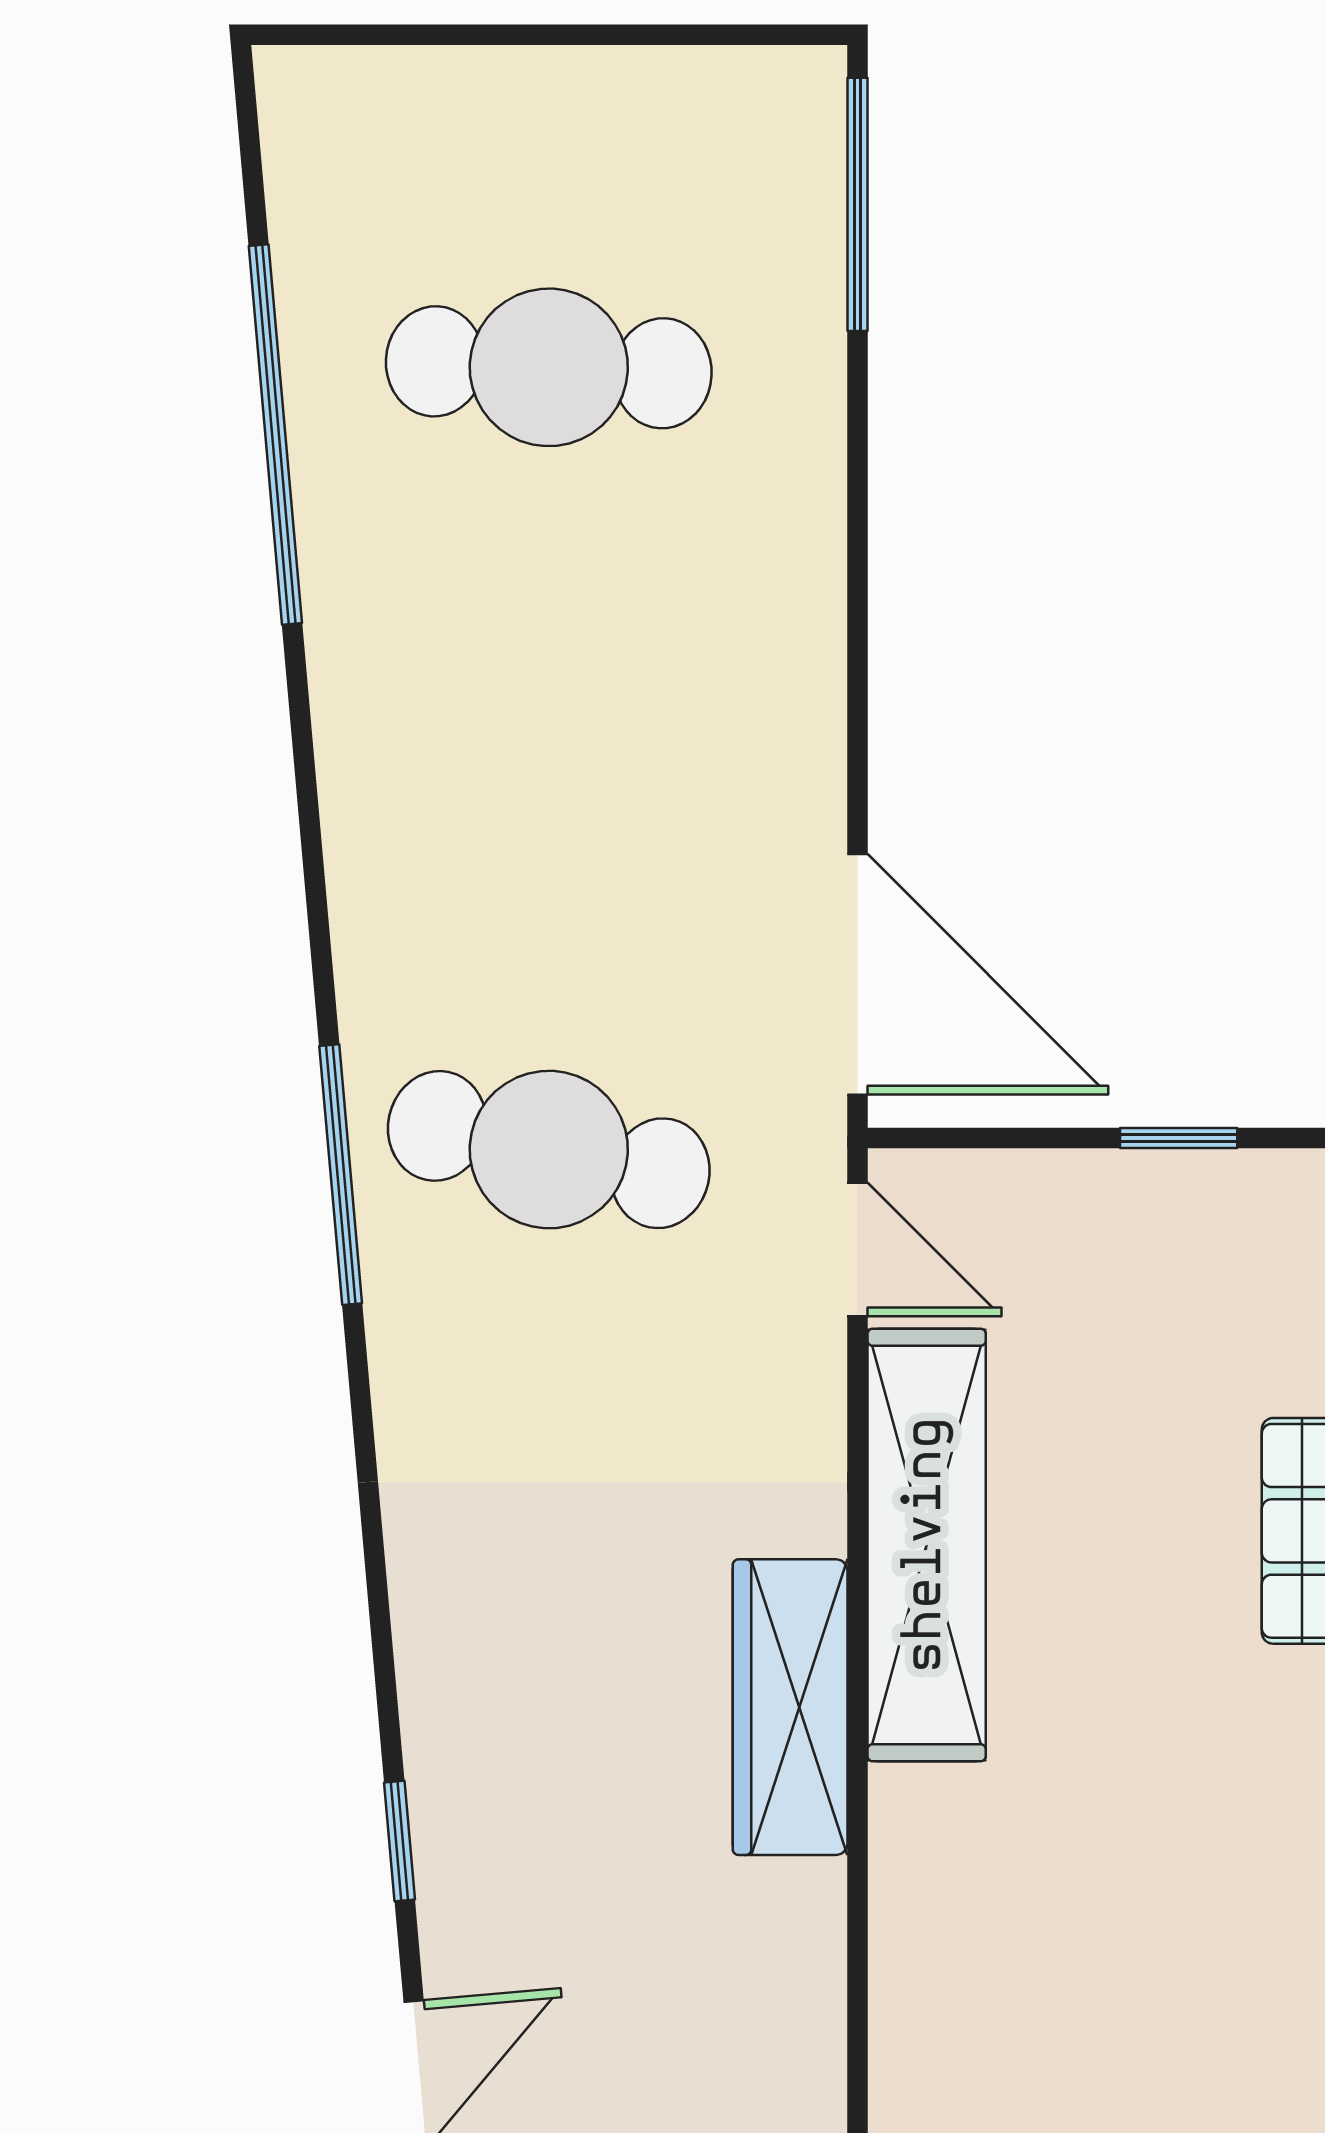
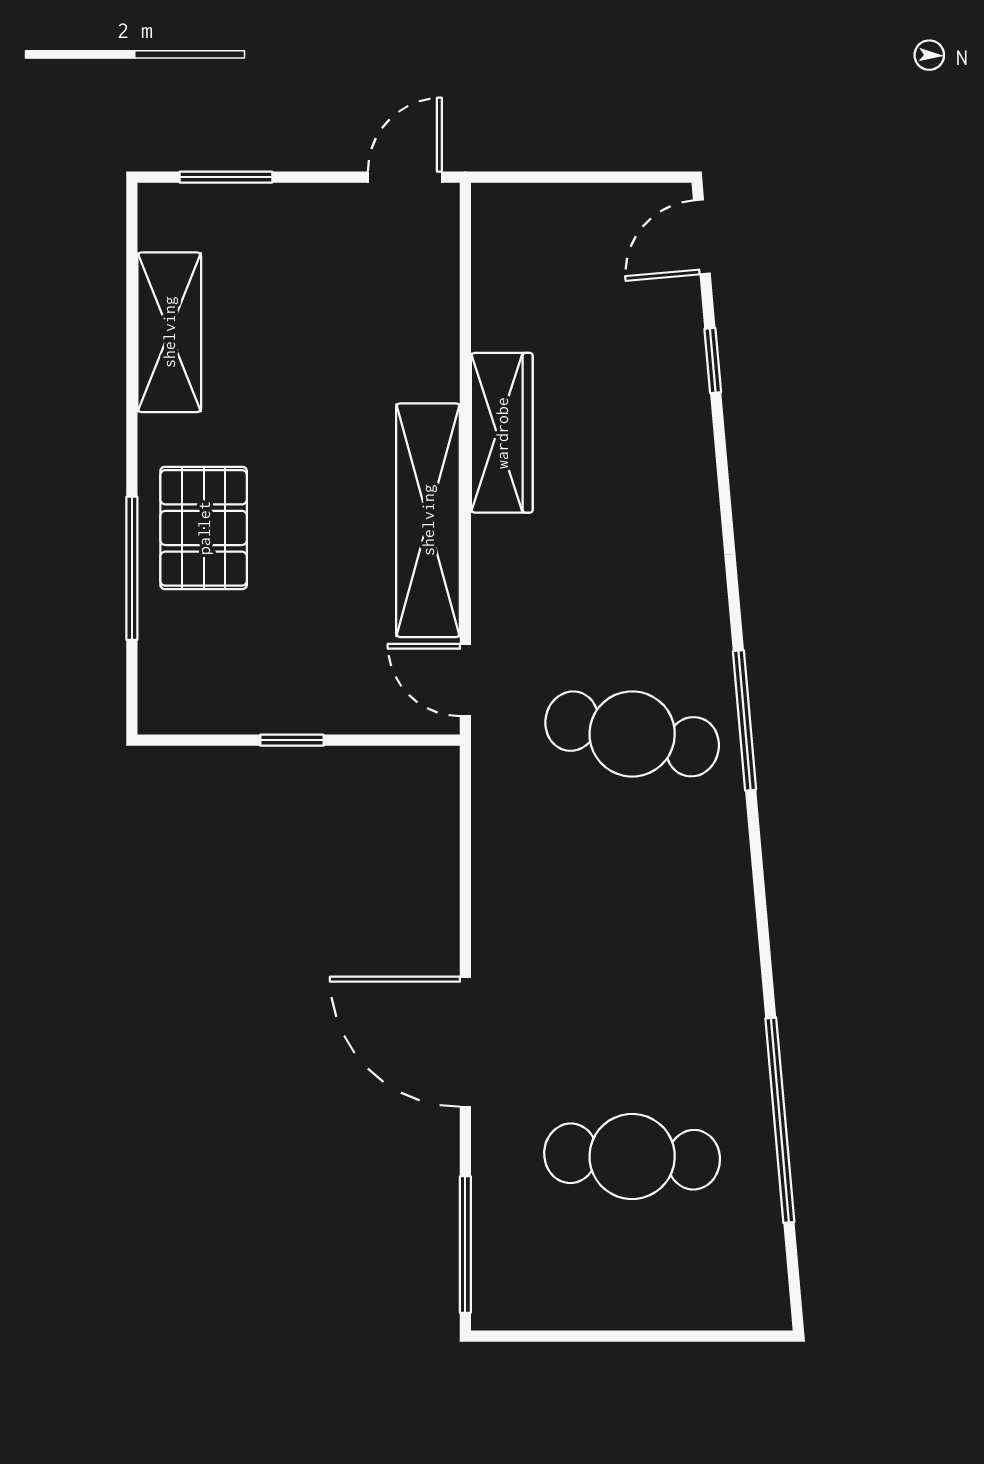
door: (857, 974) -> (465, 1042), moved

